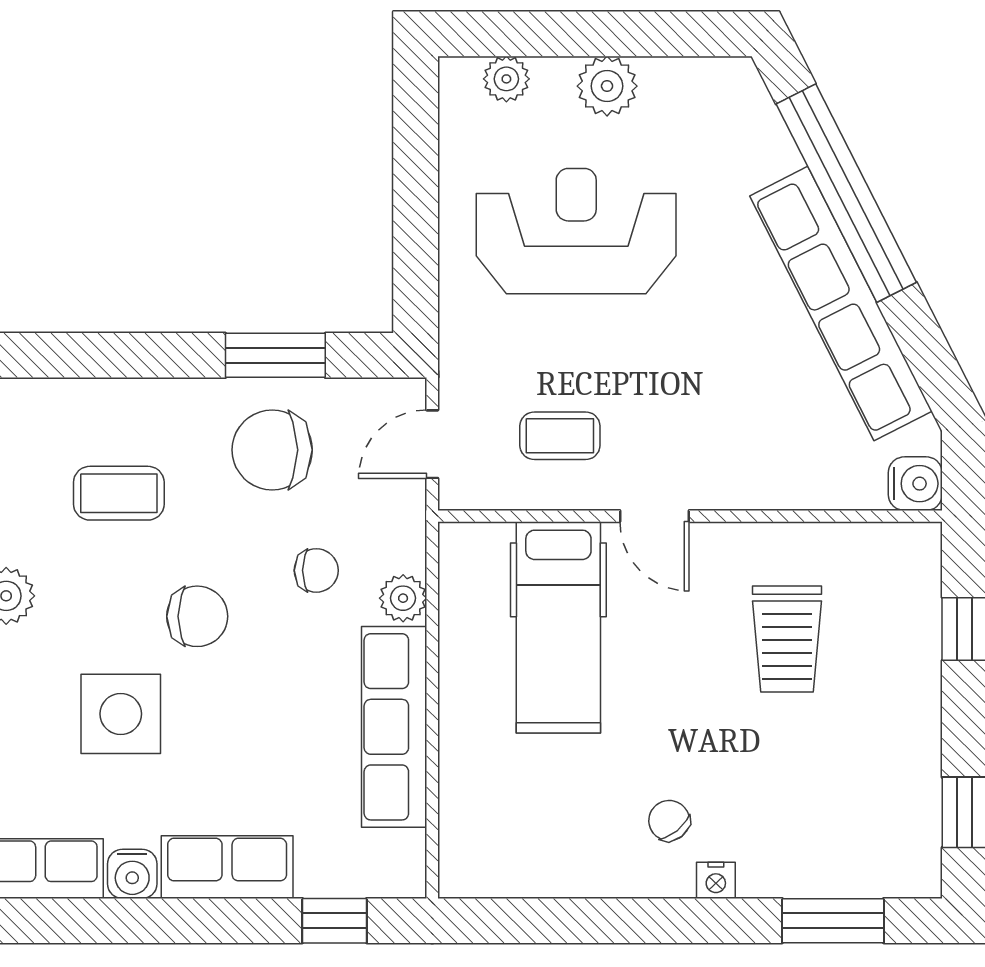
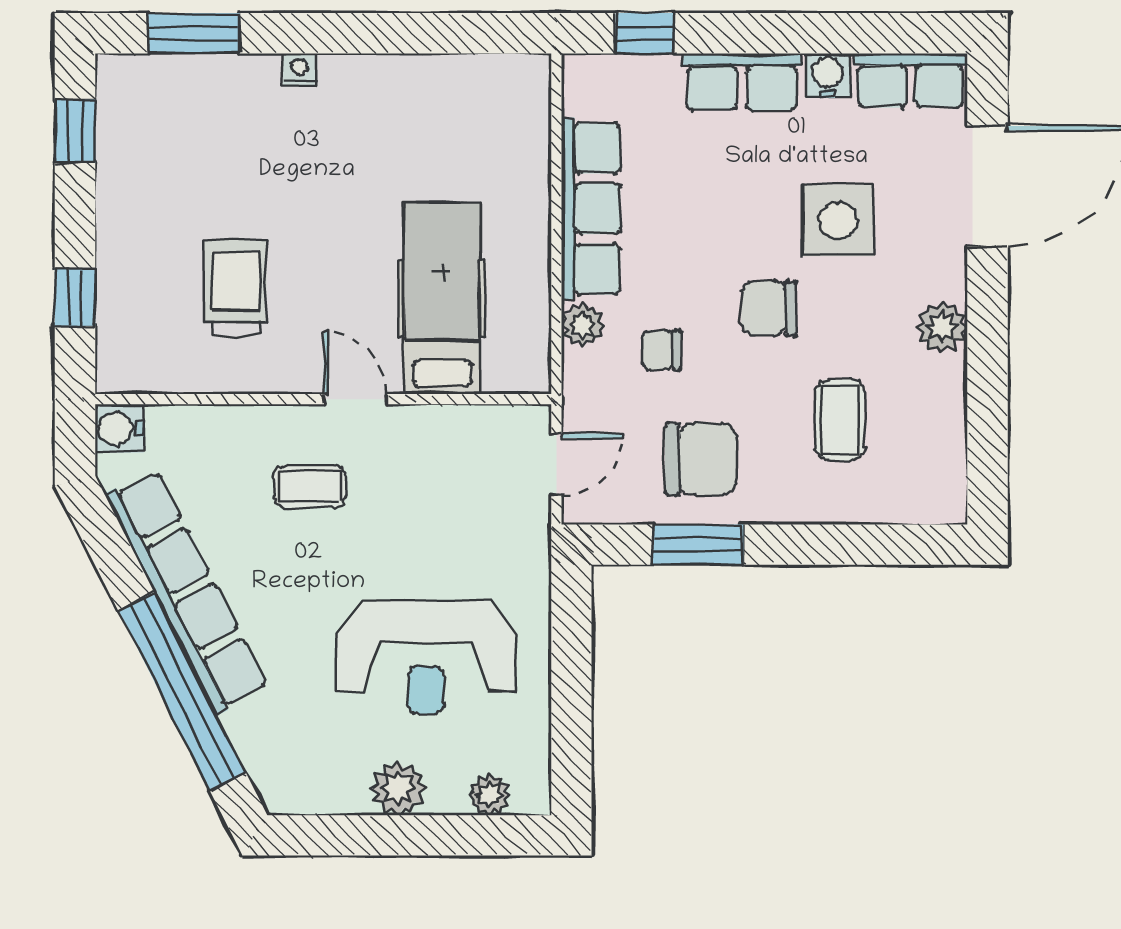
coffee table: (560, 436) -> (310, 486), moved
coffee table: (119, 493) -> (840, 420), turned 90
chair: (669, 821) -> (342, 124), removed

